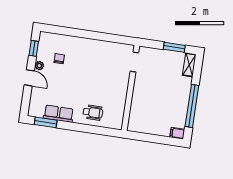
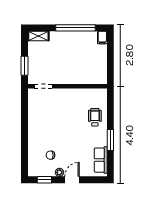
window: (174, 47) -> (24, 66), moved
row of seats: (59, 114) -> (101, 160), moved
window: (46, 122) -> (110, 140), moved

